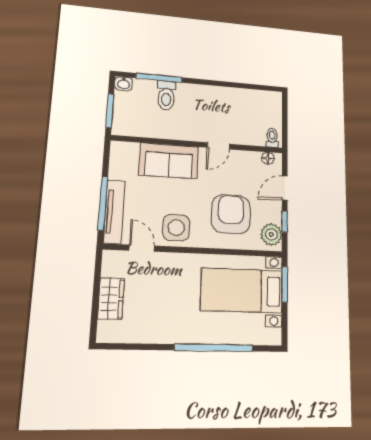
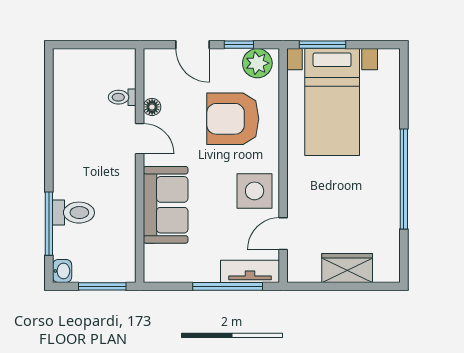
toilet: (272, 138) -> (122, 97), moved
floor lamp: (268, 158) -> (152, 107), moved
tv unit: (114, 212) -> (250, 271), width x0.71
window: (214, 348) -> (404, 179), moved

